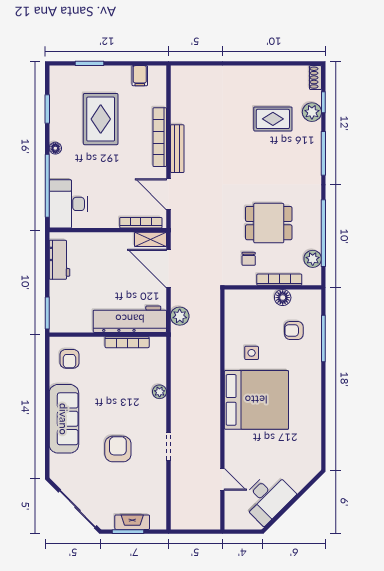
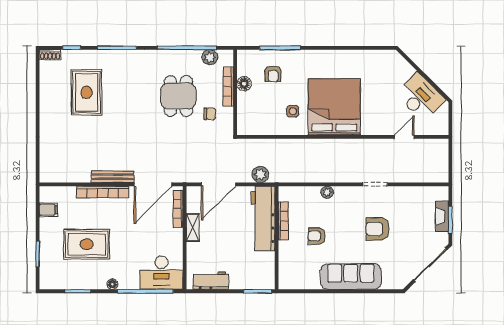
plant: (312, 112) -> (80, 58), removed
rug: (273, 119) -> (87, 92), width x1.36, depth x1.43
door: (169, 194) -> (153, 184), width x1.36
shelving: (150, 239) -> (193, 227), moved
armchair: (70, 359) -> (317, 236), moved, turned 180

